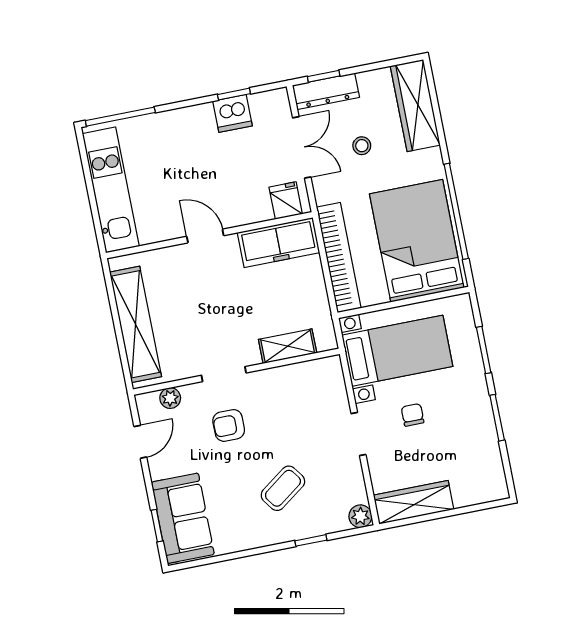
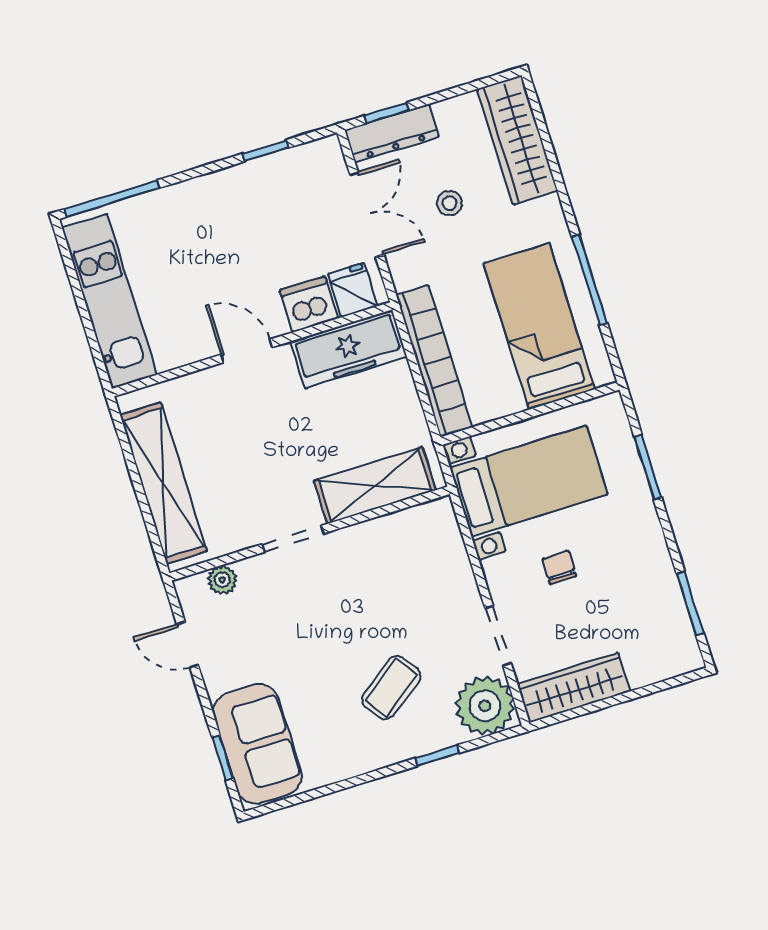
dishwasher: (232, 113) -> (309, 304), moved, turned 180
window: (456, 211) -> (590, 280), width x0.68
bed: (417, 241) -> (539, 326), width x0.67
shelving: (288, 346) -> (375, 485), width x1.50, depth x1.33
window: (497, 418) -> (690, 603), moved
armchair: (229, 425) -> (307, 609), removed
doorway: (358, 434) -> (498, 636), moved
door: (140, 442) -> (188, 645), swing flipped
plant: (360, 516) -> (485, 706), width x1.88, depth x1.88

